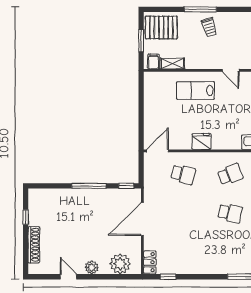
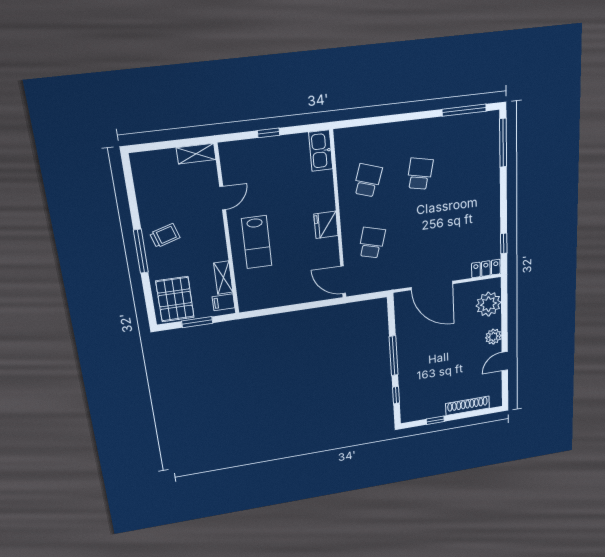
school desk: (230, 174) -> (368, 180), turned 39
window: (126, 186) -> (396, 395), moved

